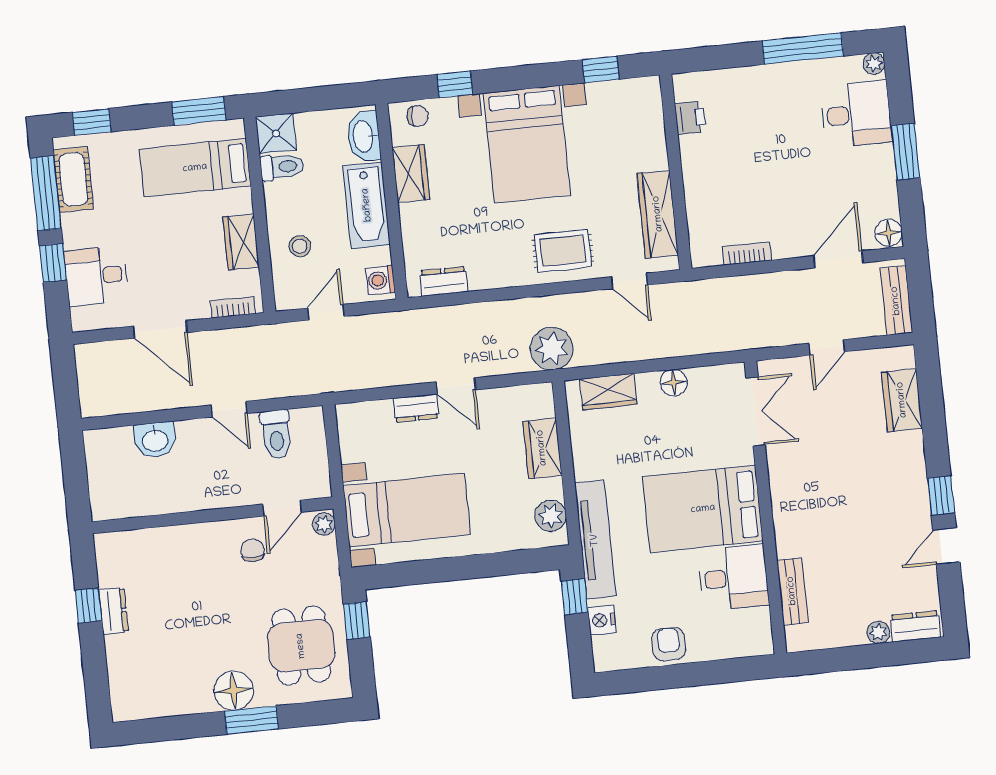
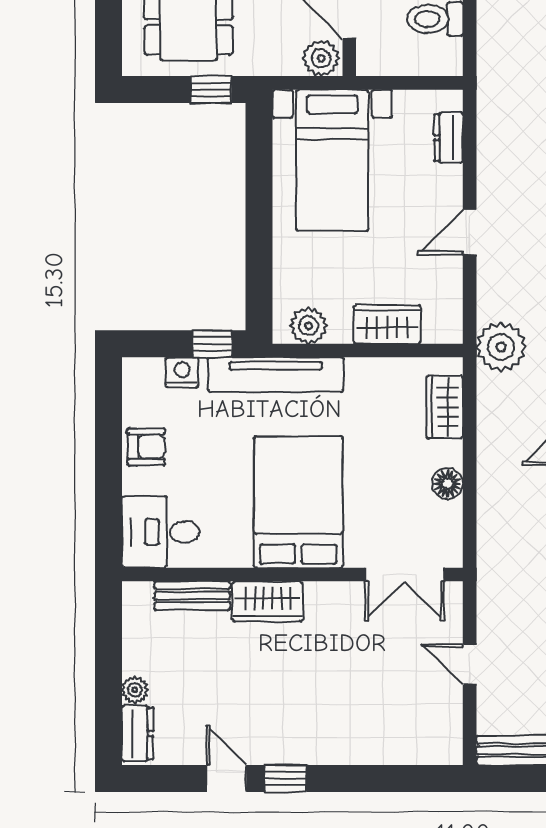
wardrobe: (902, 400) -> (268, 602), moved, turned 180
dresser: (416, 408) -> (449, 138), moved
plant: (324, 524) -> (321, 58), width x1.38, depth x1.38
desk: (733, 578) -> (161, 532), moved, turned 90

